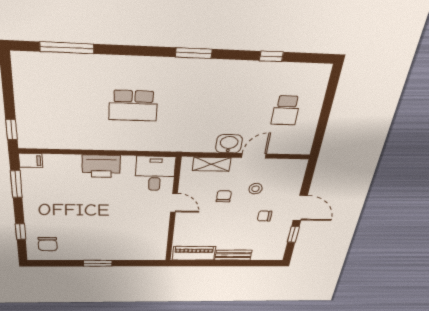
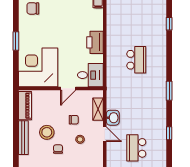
window: (67, 48) -> (169, 24), width x0.46
school desk: (133, 106) -> (136, 60), turned 180
school desk: (286, 110) -> (136, 148), width x1.85
stool: (237, 229) -> (47, 132), added
corner desk: (138, 238) -> (38, 67), added
bench: (233, 255) -> (23, 138), width x1.36

